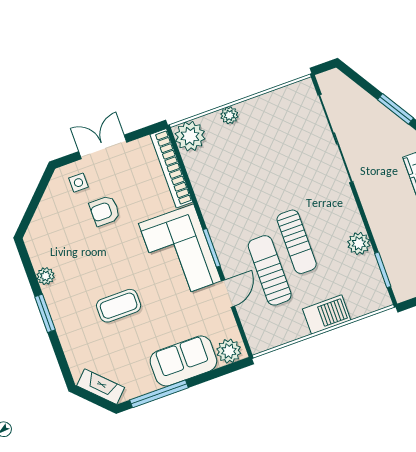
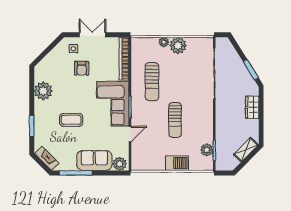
plant: (190, 136) -> (178, 46), moved
armchair: (105, 211) -> (82, 68), turned -90
plant: (359, 244) -> (207, 150), moved
sun lounger: (270, 270) -> (152, 82), moved, turned 180
plant: (46, 276) -> (43, 91), width x1.88, depth x1.88
window: (45, 313) -> (32, 126), moved

